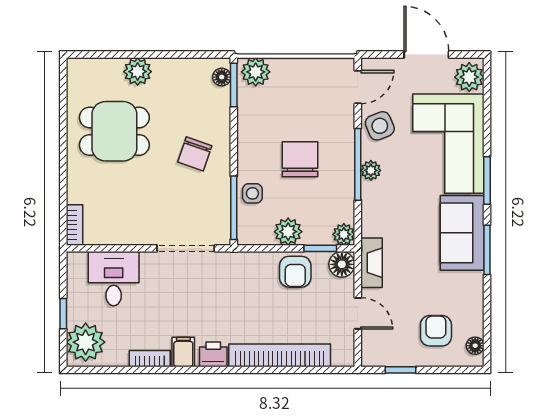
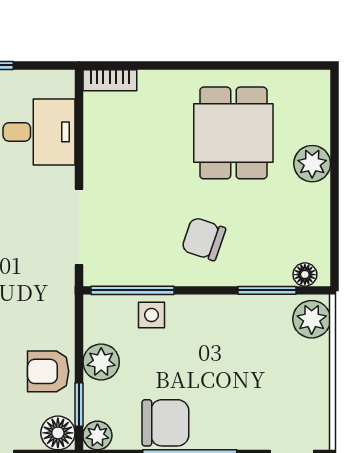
window: (234, 85) -> (267, 290), moved
chair: (300, 159) -> (165, 423), moved

